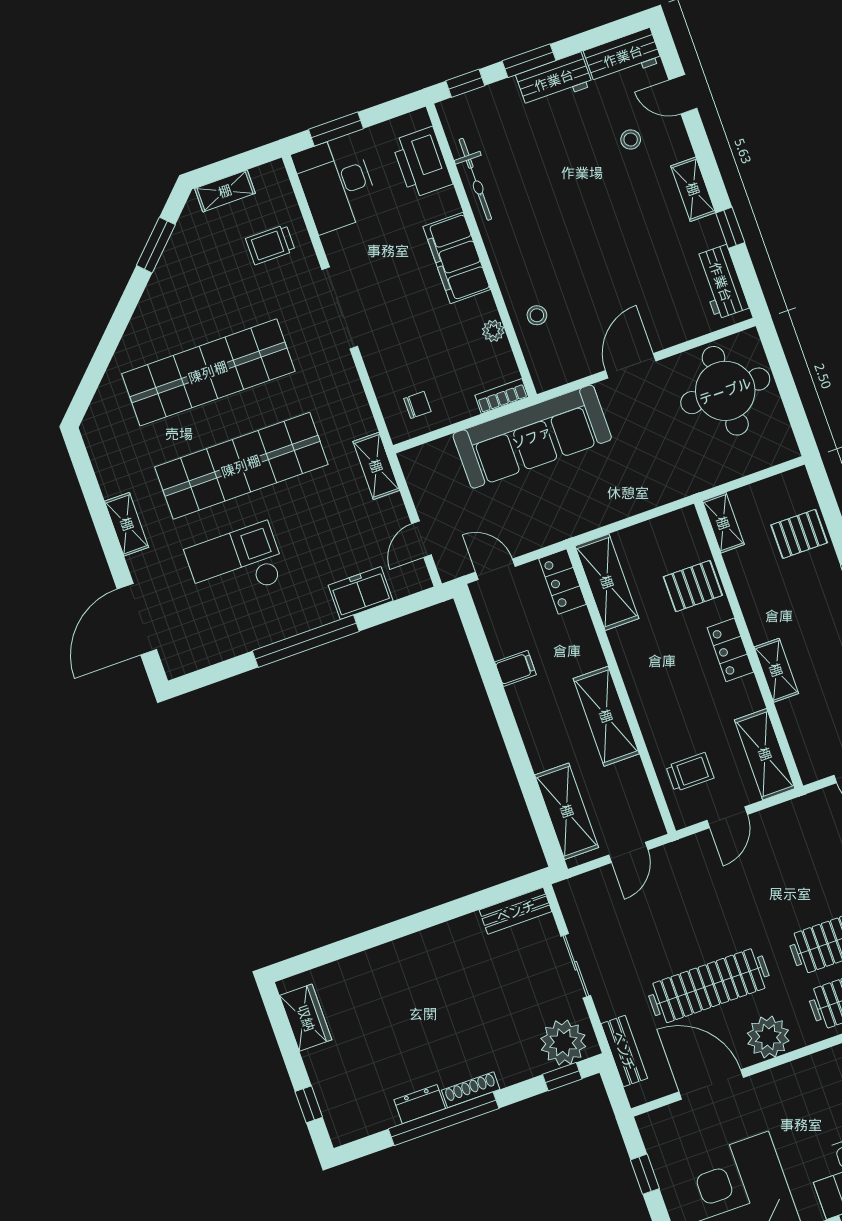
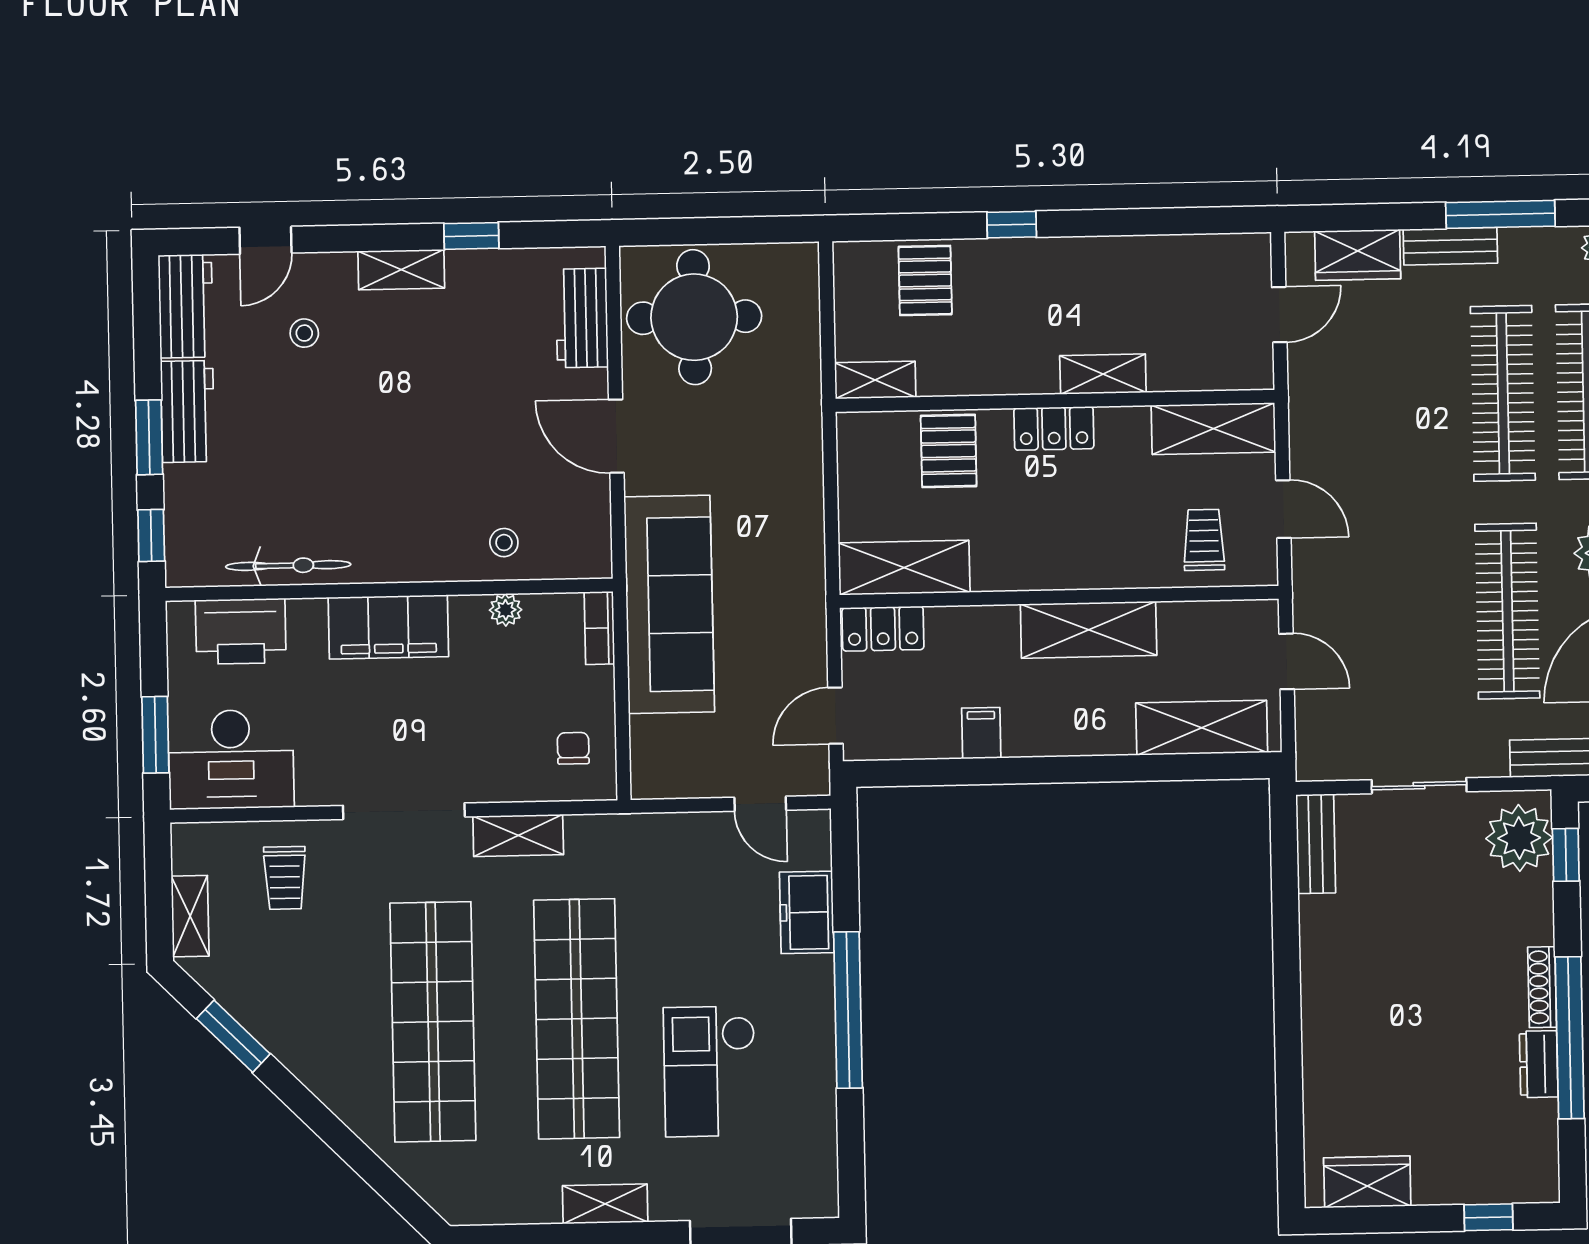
workbench: (721, 282) -> (582, 318), moved, turned 90
shelving: (376, 466) -> (518, 835), moved

